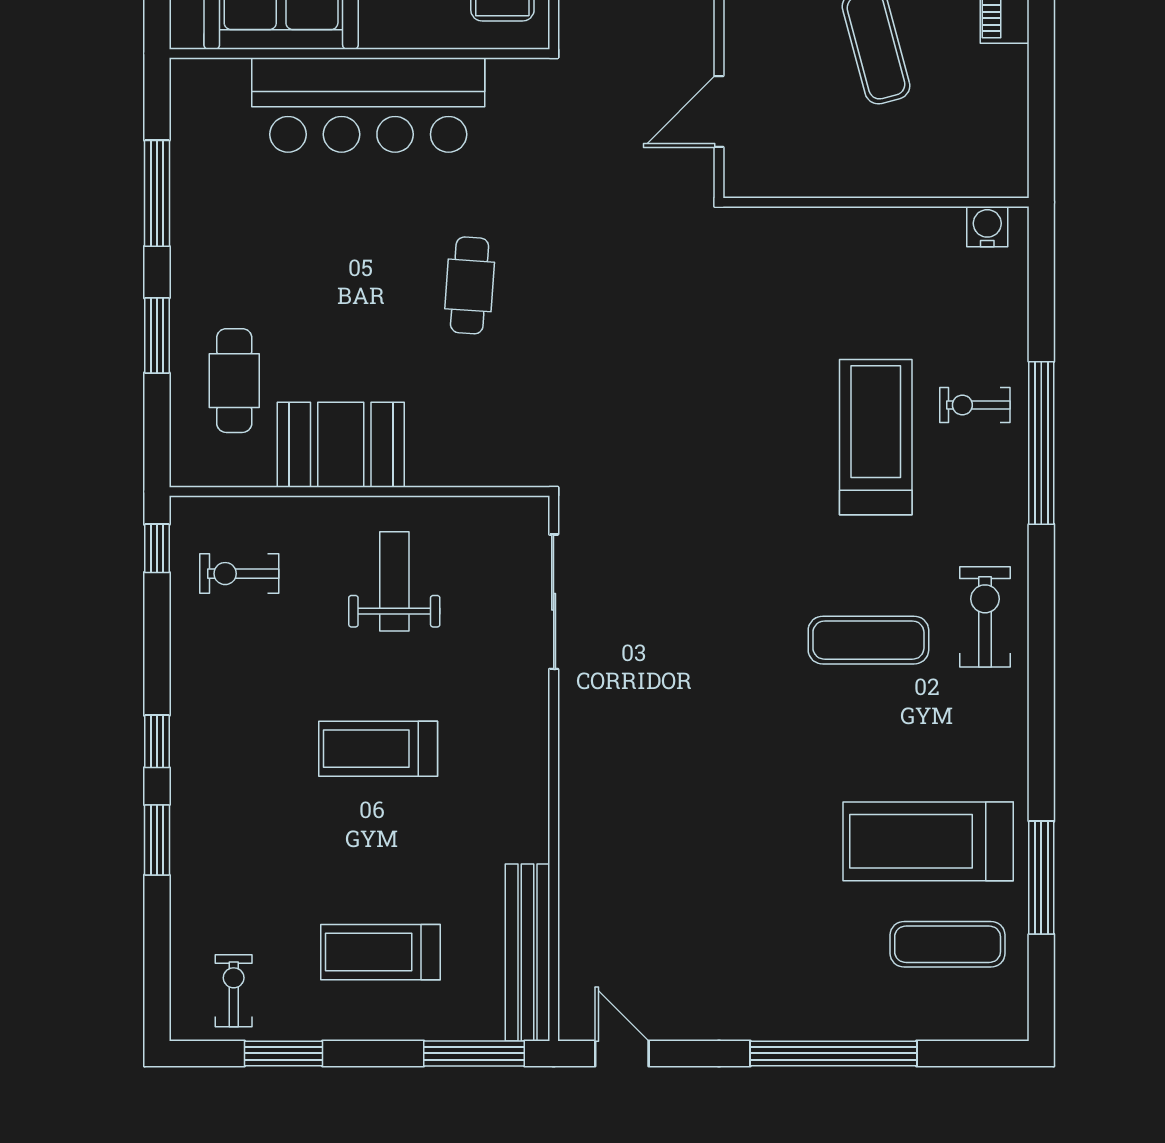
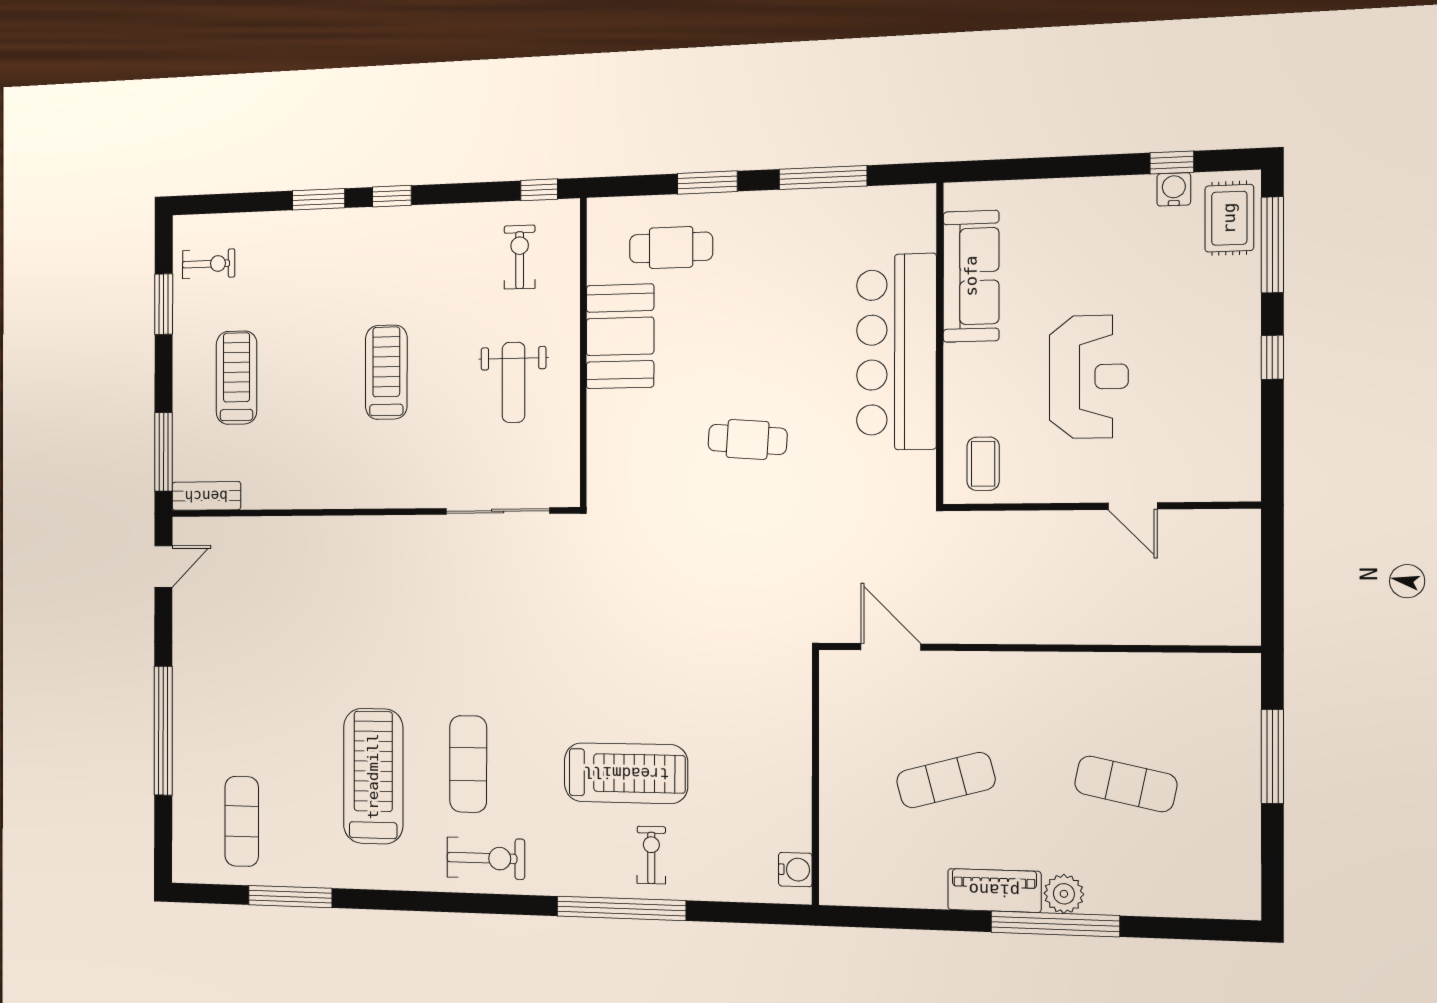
weight bench: (394, 581) -> (514, 382), turned 90
treadmill: (928, 841) -> (373, 776), moved
bench: (528, 953) -> (206, 496), width x0.54, depth x0.82

